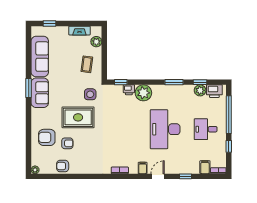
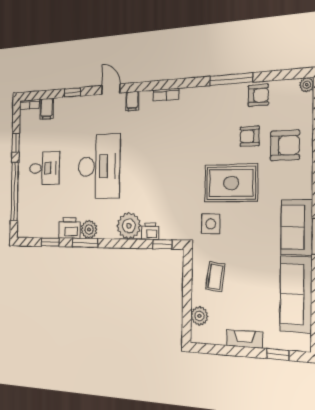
fireplace: (79, 31) -> (245, 339), moved
plant: (200, 90) -> (89, 229), moved
printer: (214, 91) -> (69, 228), moved
window: (79, 176) -> (231, 79), added
door: (158, 176) -> (111, 89), swing flipped

